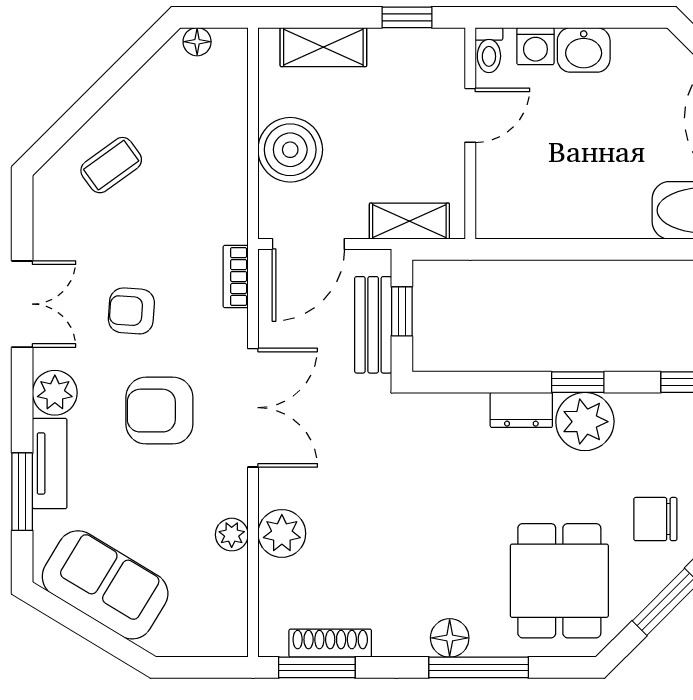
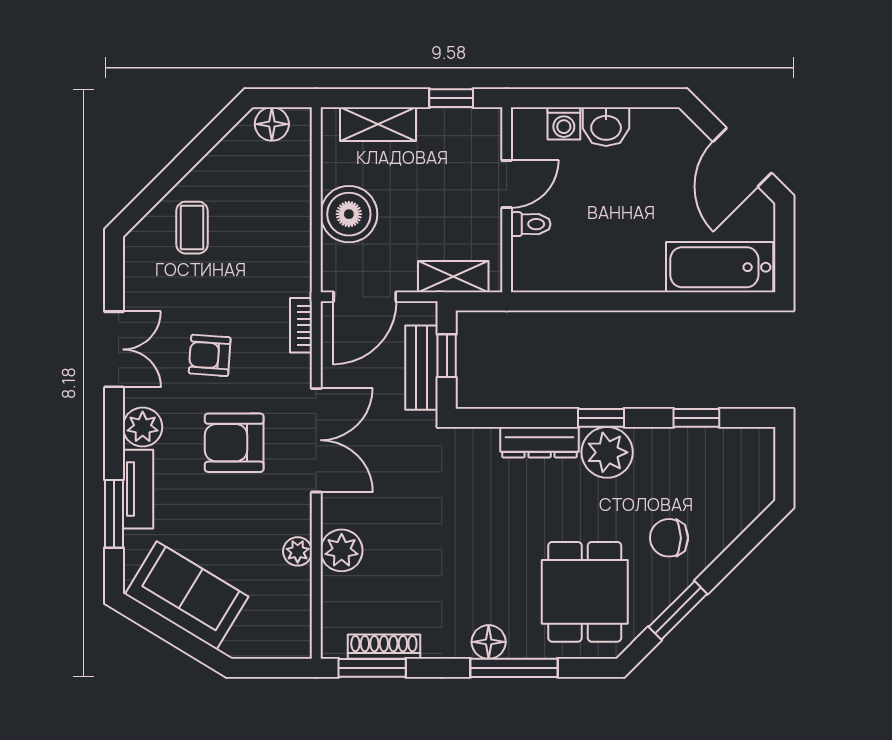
floor lamp: (197, 42) -> (272, 124), width x1.37, depth x1.37
toilet: (489, 50) -> (531, 224), moved, turned -90
coffee table: (111, 165) -> (192, 228), turned -54
dresser: (521, 410) -> (540, 442), width x1.44

